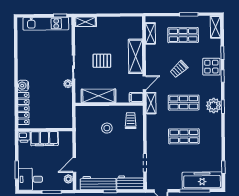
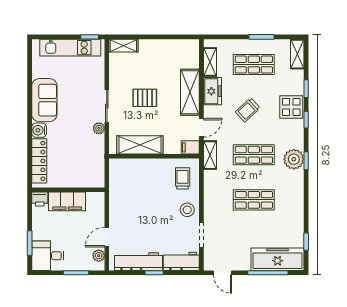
freezer: (152, 55) -> (213, 91), added
sofa: (27, 63) -> (44, 100), added
stool: (107, 128) -> (187, 210), moved

